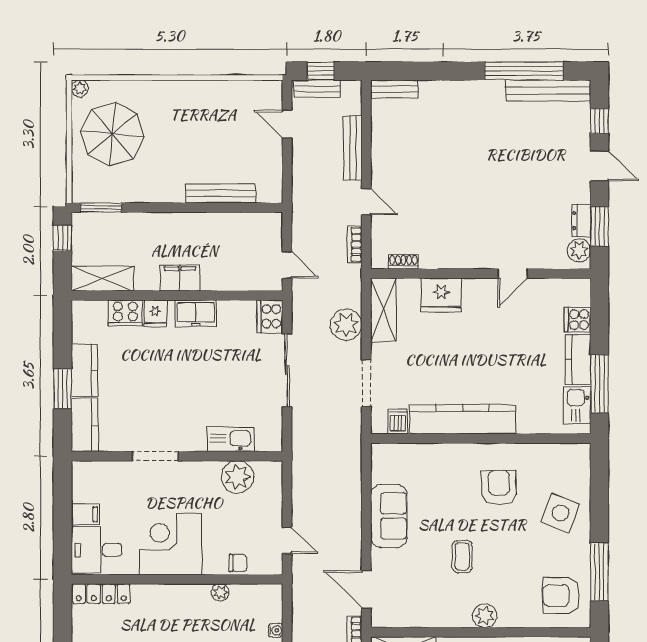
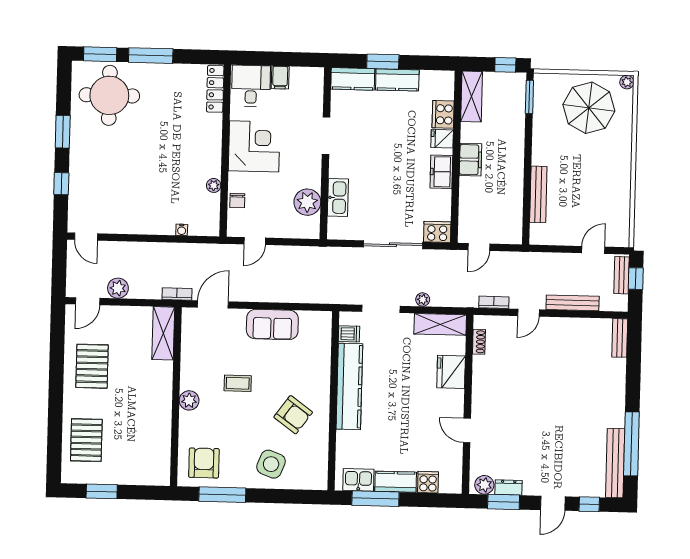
plant: (346, 325) -> (423, 300), width x0.53, depth x0.53
armchair: (499, 487) -> (293, 415), turned 37

